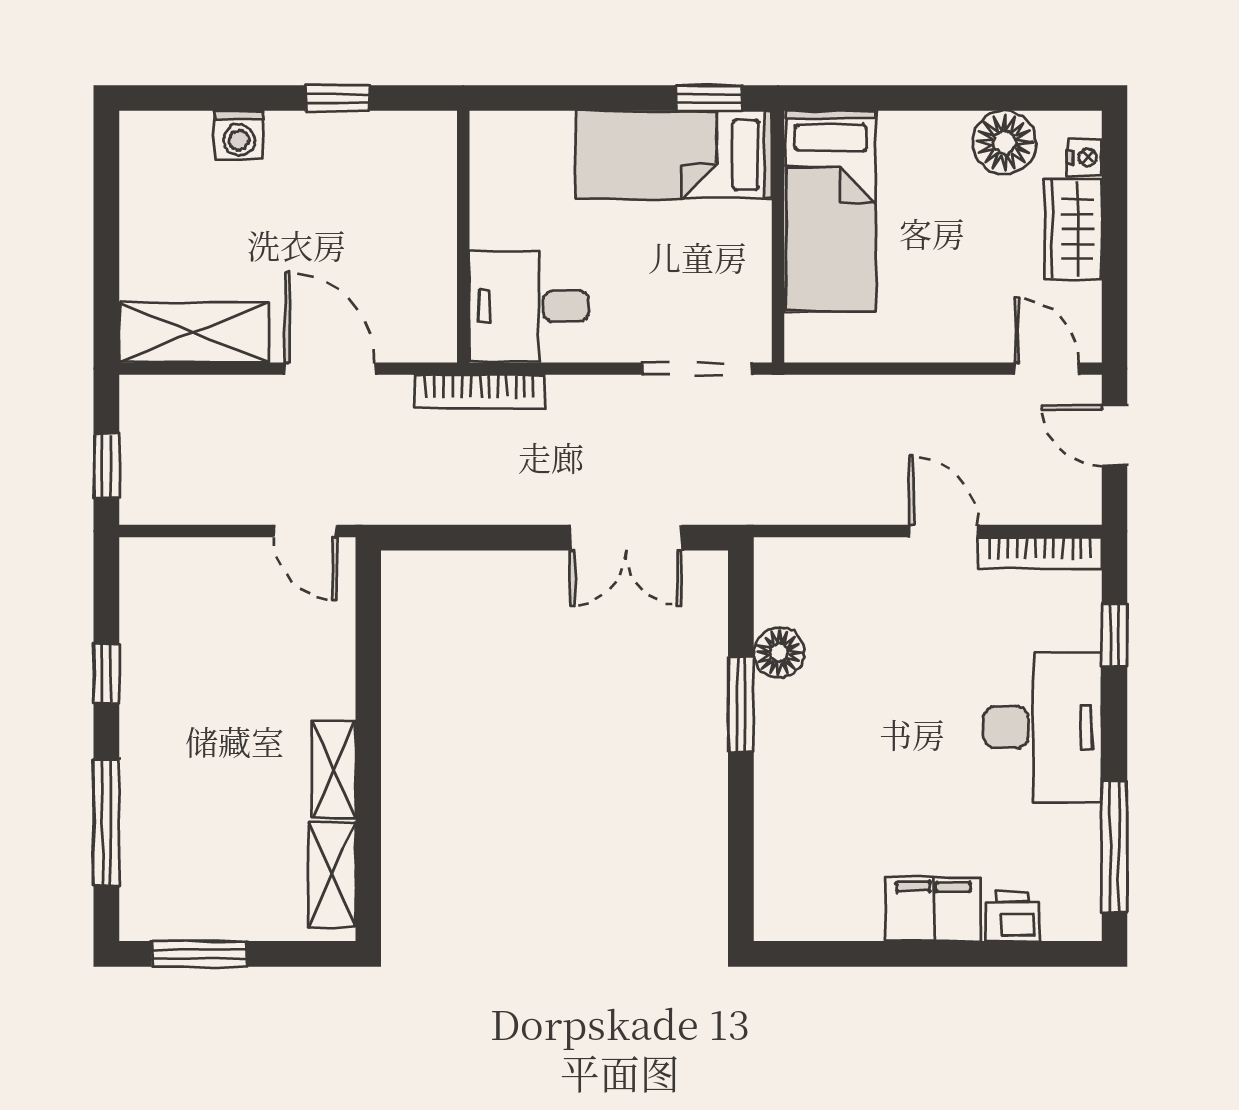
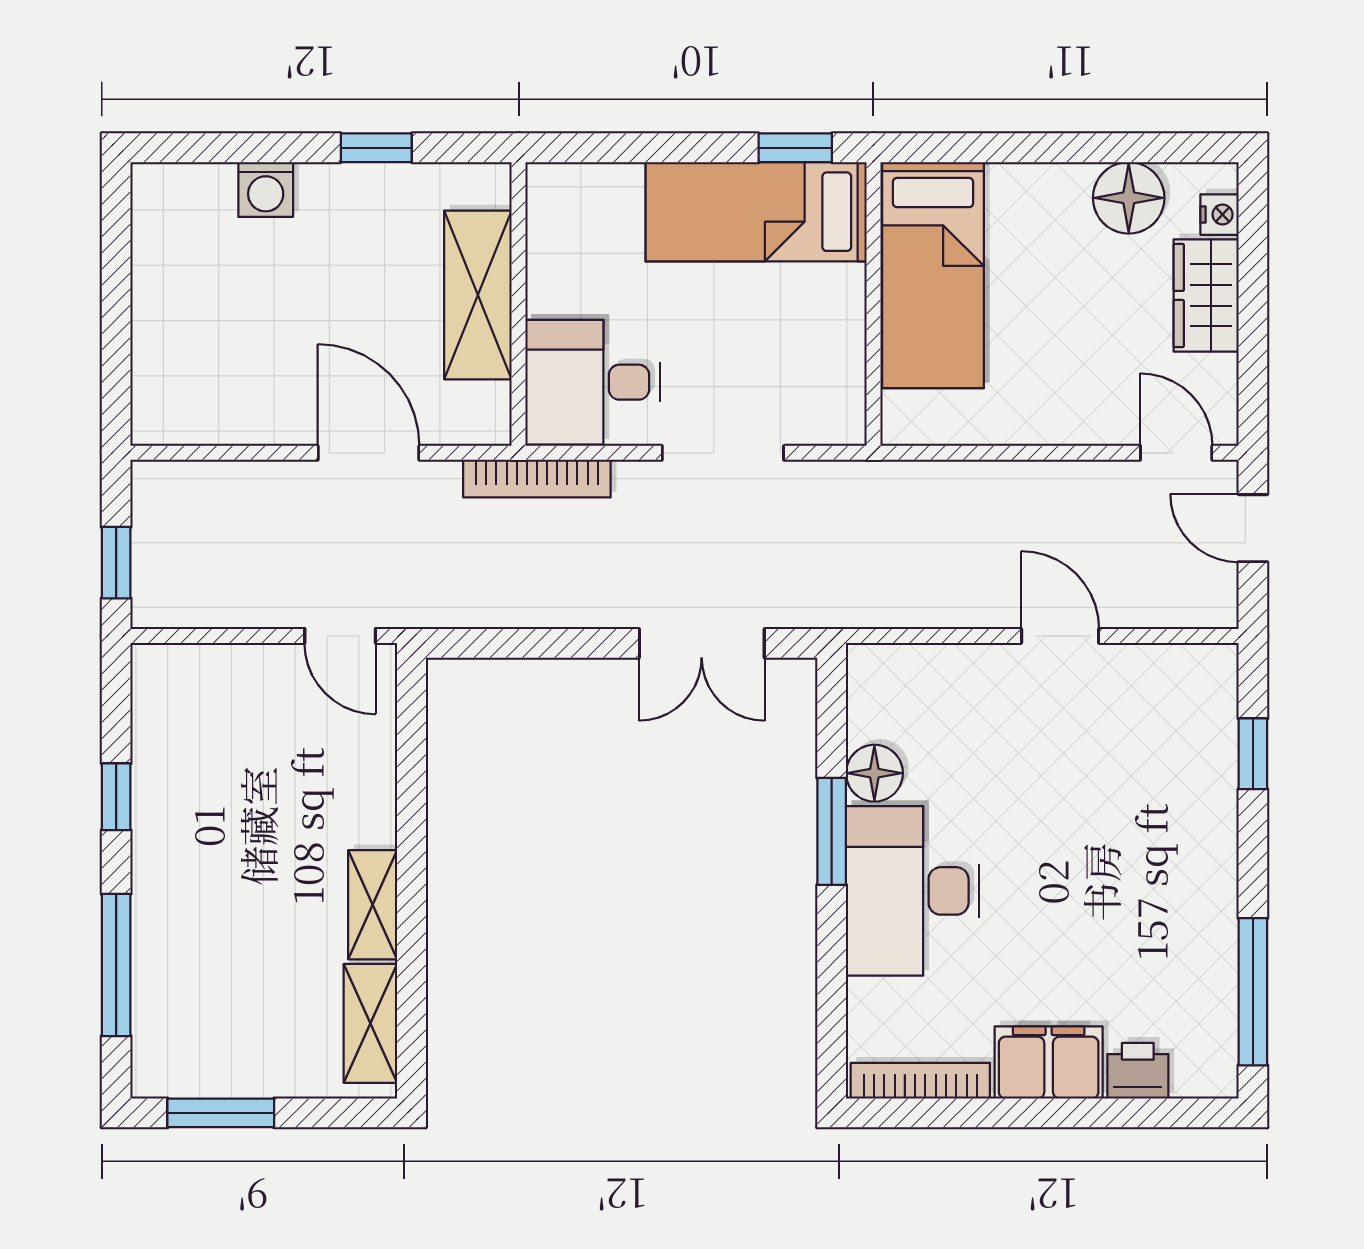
shelving: (194, 333) -> (478, 295), moved, turned 90
doorway: (697, 369) -> (723, 453), moved
bookcase: (1040, 553) -> (920, 1081), moved, turned 180
desk: (1043, 727) -> (913, 891), moved, turned 180

